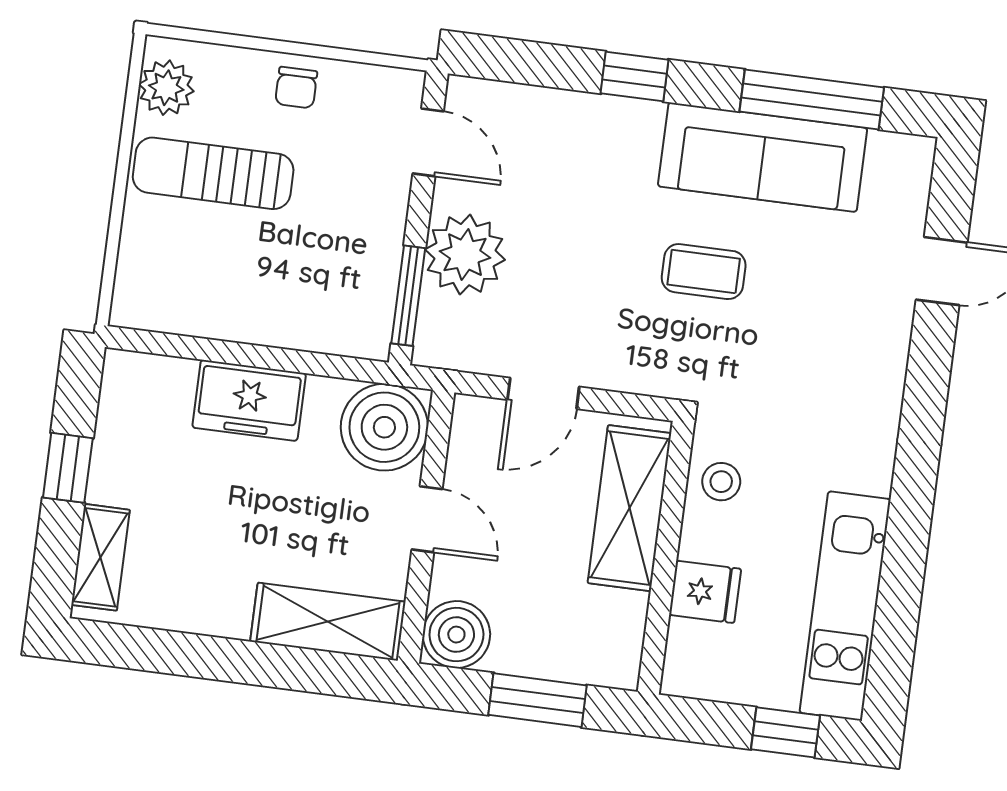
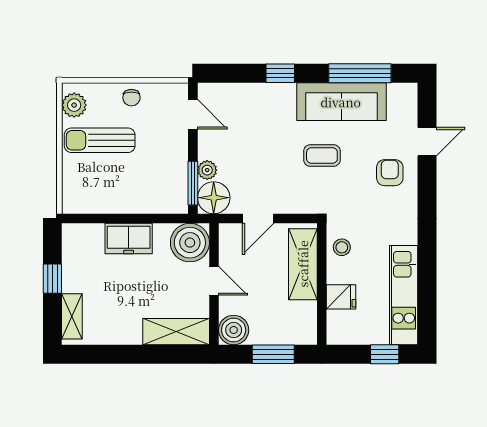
plant: (465, 255) -> (207, 170), width x0.53, depth x0.53
armchair: (850, 329) -> (390, 173), added
floor lamp: (450, 334) -> (214, 198), added

